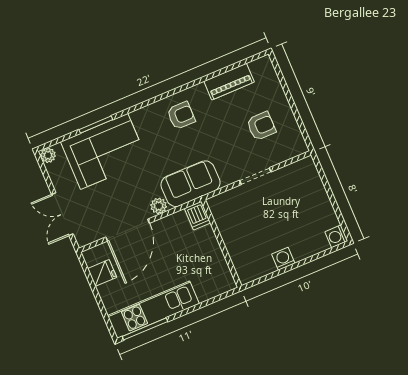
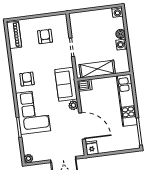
piano: (229, 82) -> (14, 35), moved
corner sofa: (104, 151) -> (33, 112), moved
shelving: (231, 229) -> (97, 69), added
boiler: (301, 252) -> (121, 34), added
fridge: (102, 273) -> (92, 148), moved
kitchen unit: (153, 310) -> (127, 100), moved

